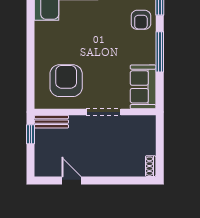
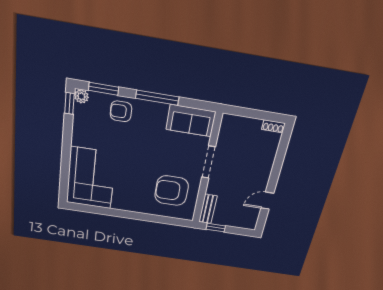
armchair: (141, 20) -> (121, 111), turned 180

